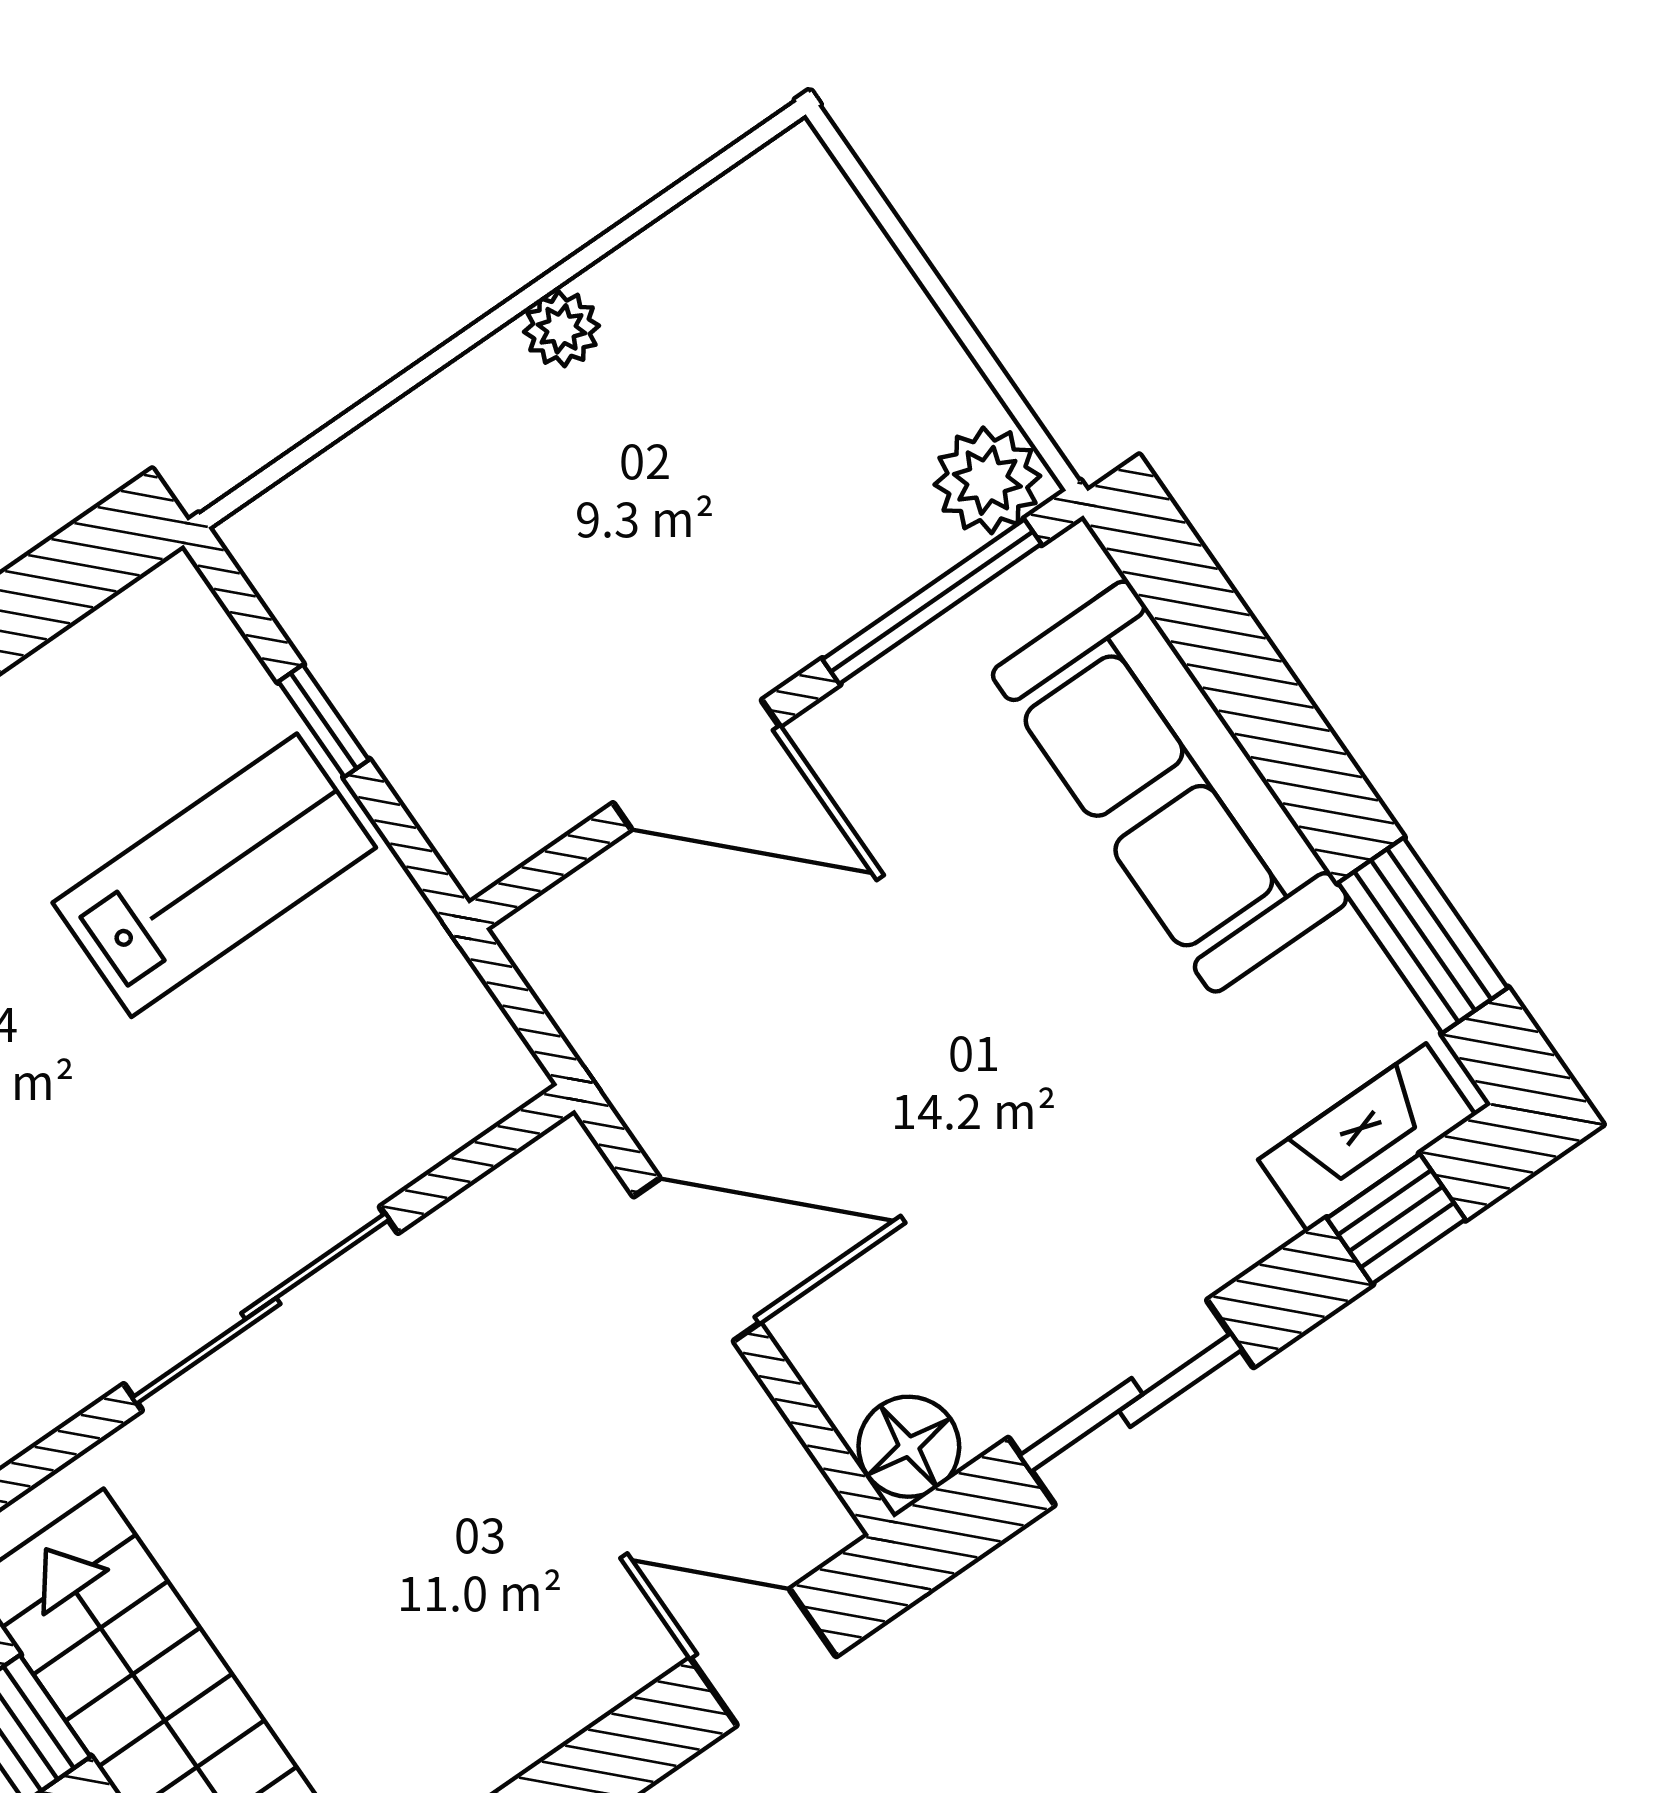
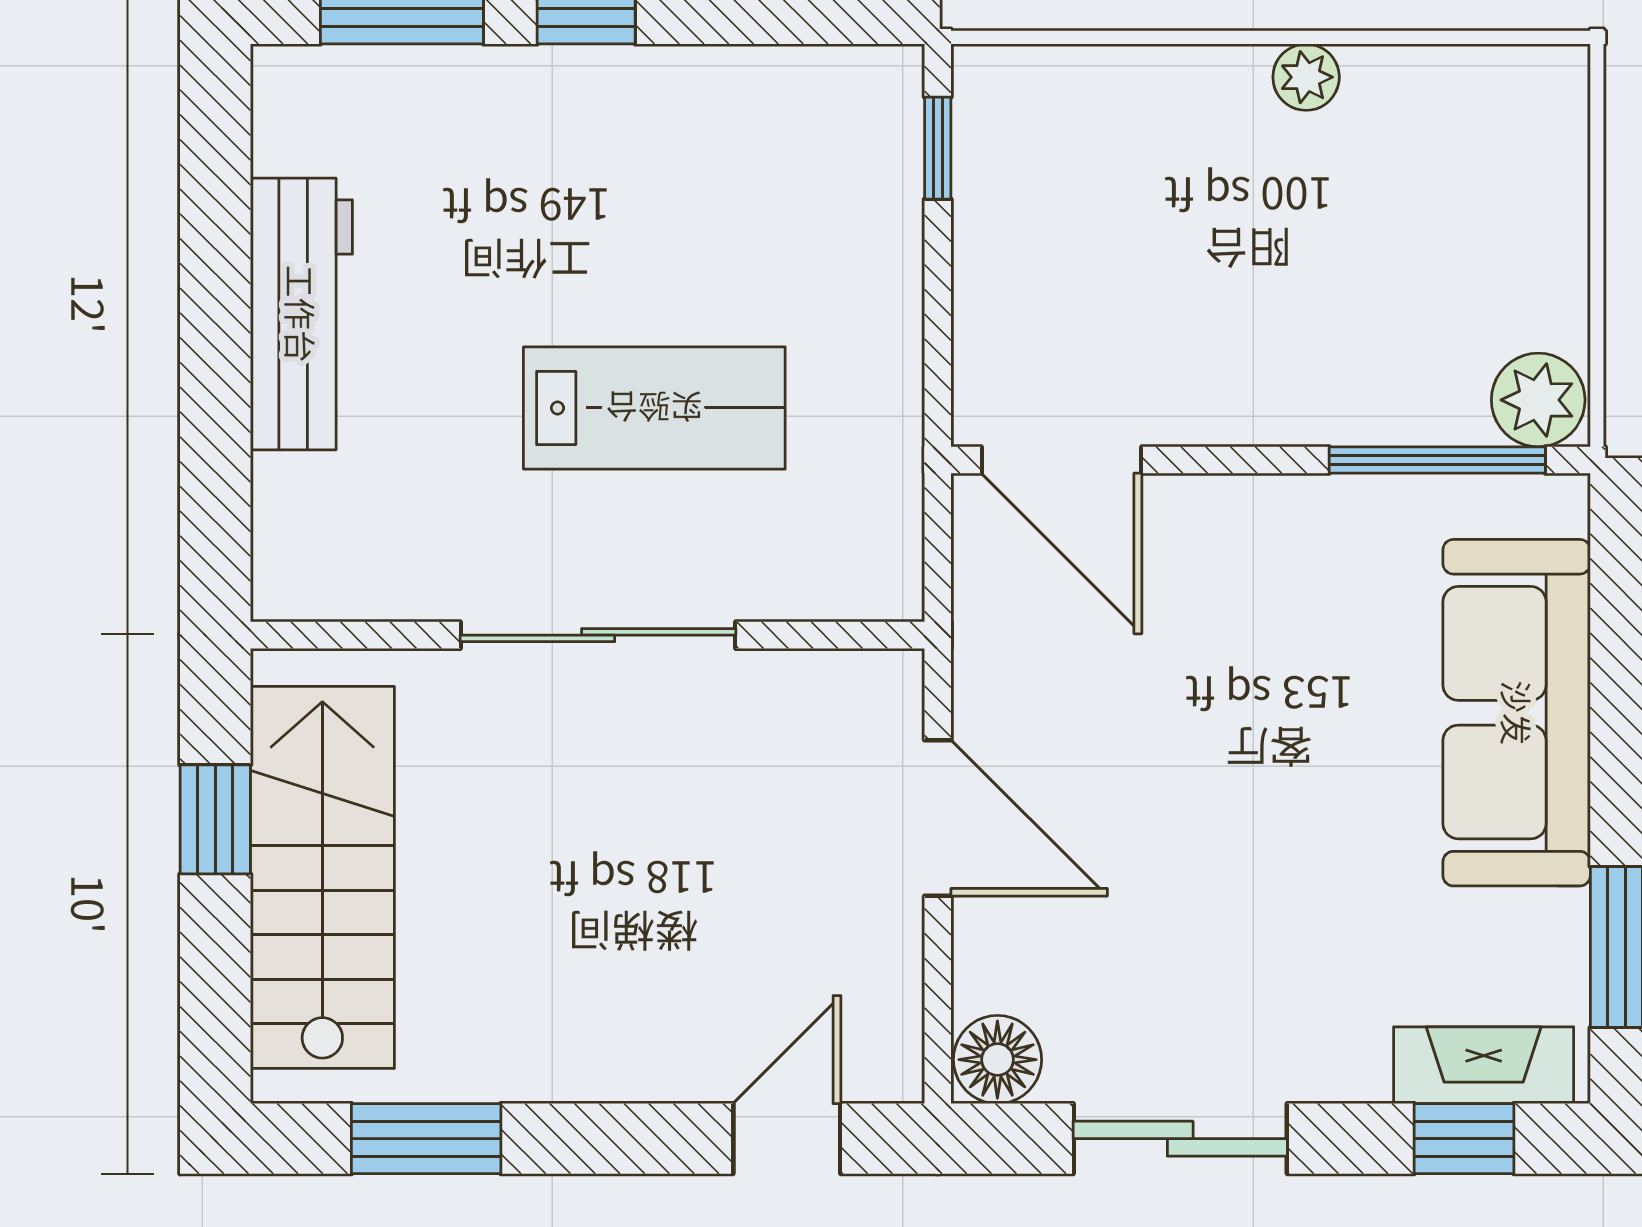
window: (324, 721) -> (938, 148), moved
door: (696, 765) -> (1061, 460), moved
lab bench: (214, 875) -> (654, 408), moved
door: (763, 1657) -> (787, 1139), hinge flipped

